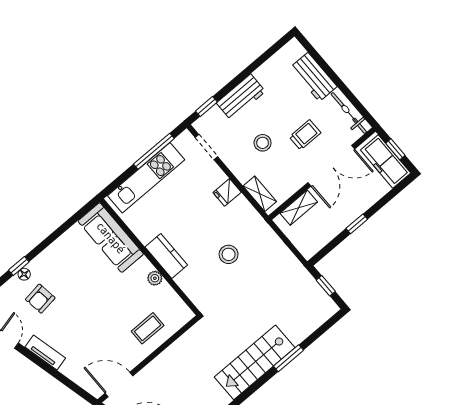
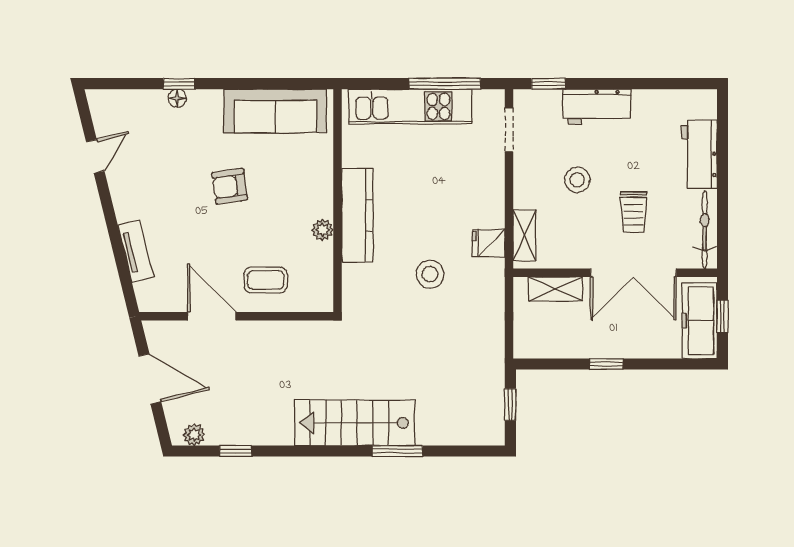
trolley: (305, 135) -> (633, 212), turned 90
fridge: (227, 192) -> (489, 243), moved
sofa: (111, 238) -> (275, 111), moved, turned -90
kitchen counter: (166, 256) -> (357, 215), width x1.50
armchair: (40, 299) -> (230, 186), moved
tv unit: (45, 353) -> (136, 251), moved
door: (119, 384) -> (212, 316), moved

